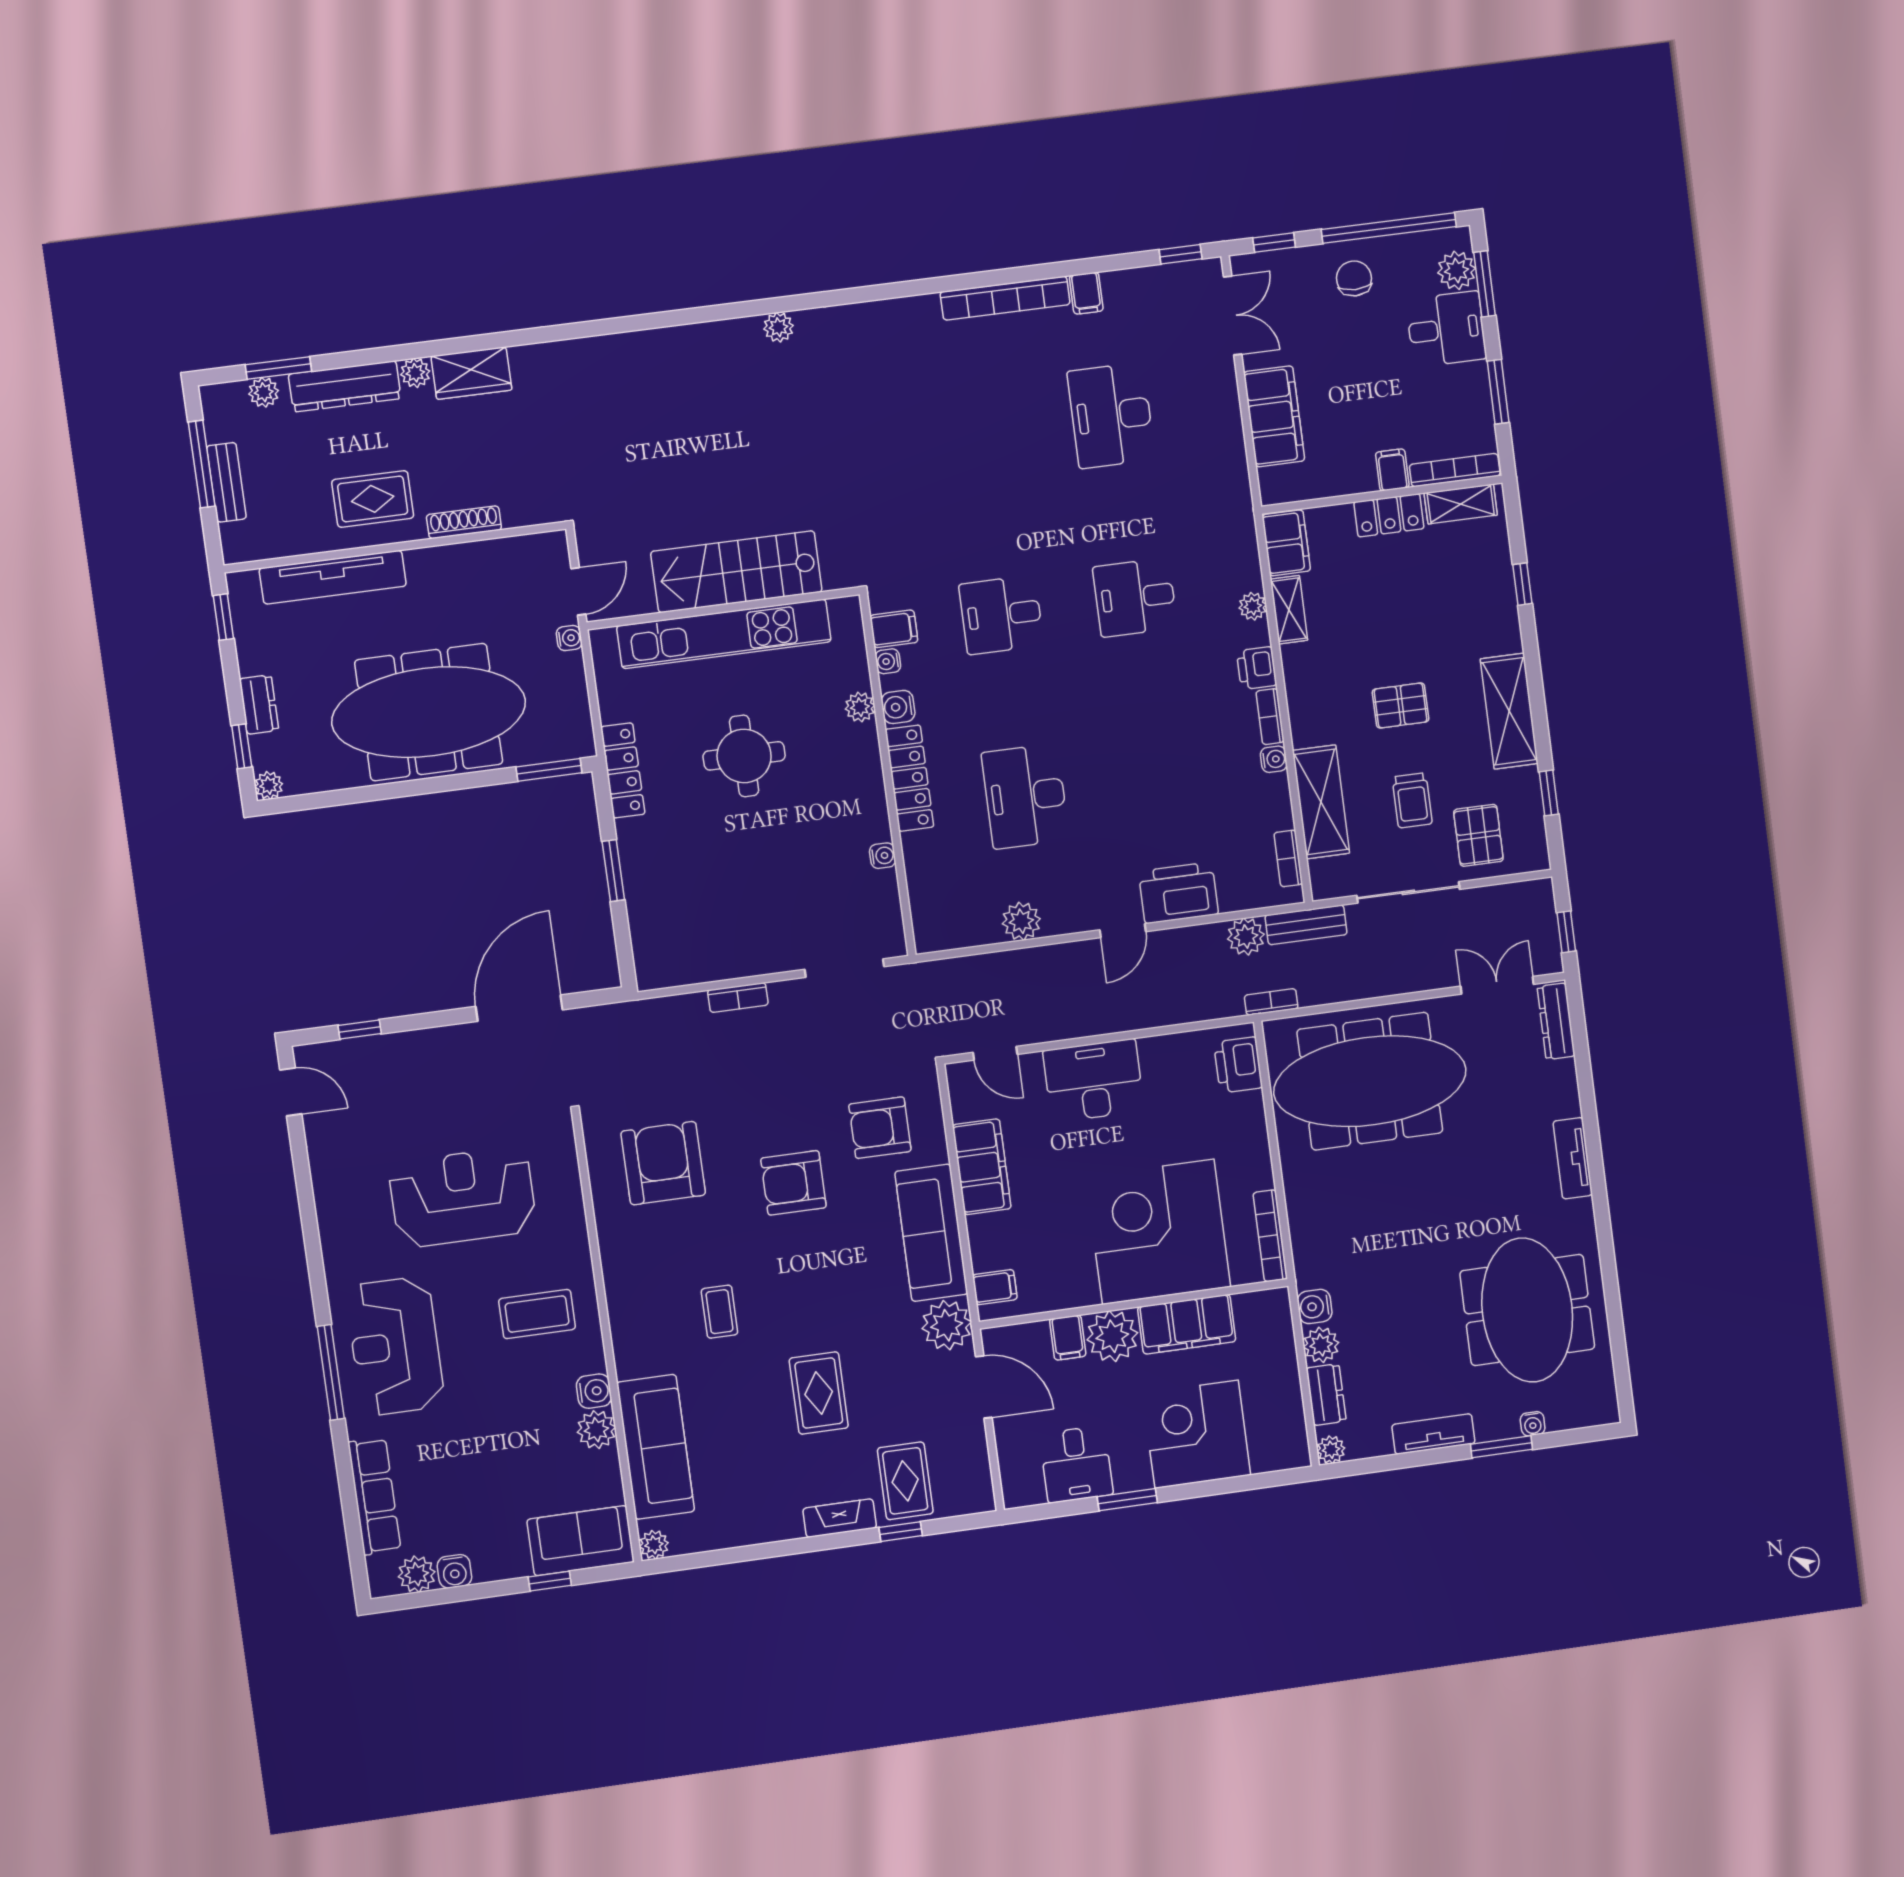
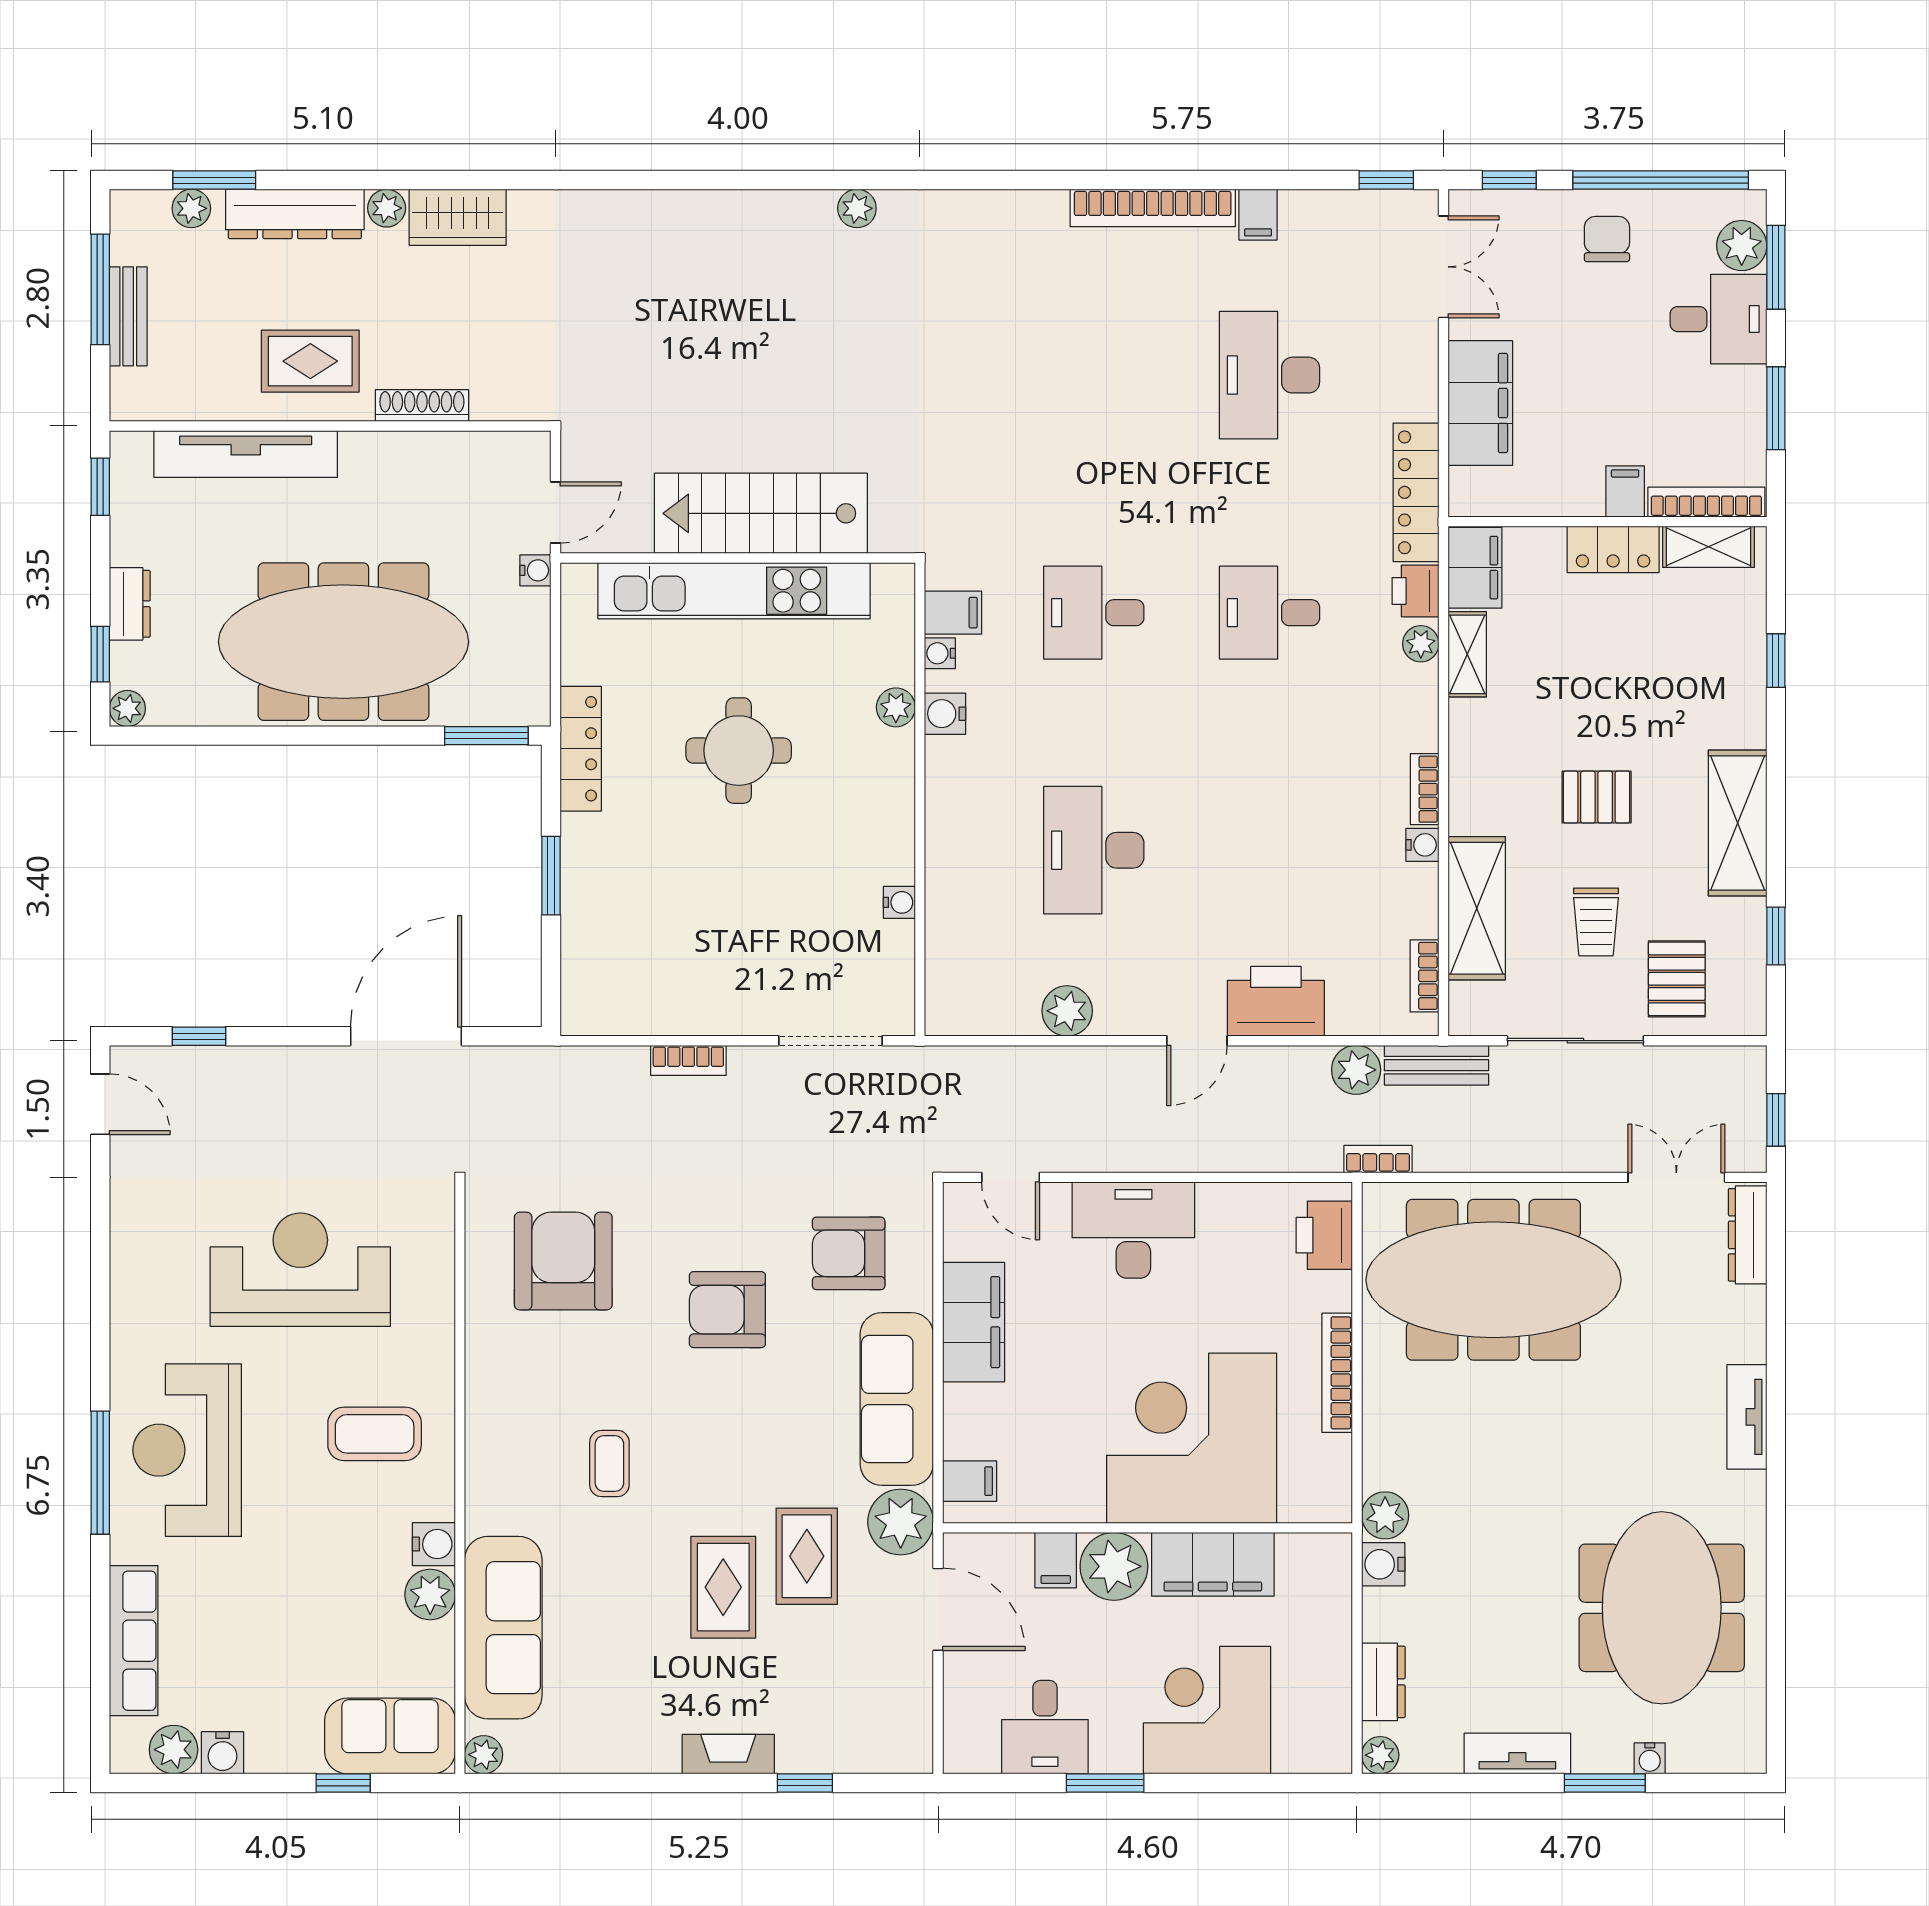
printer: (1257, 668) -> (1415, 591), moved
locker: (909, 778) -> (1416, 492), moved, turned 180
bookcase: (1270, 1236) -> (1337, 1373), moved
plant: (1321, 1345) -> (1385, 1515), moved
rug: (905, 1481) -> (807, 1556), moved

